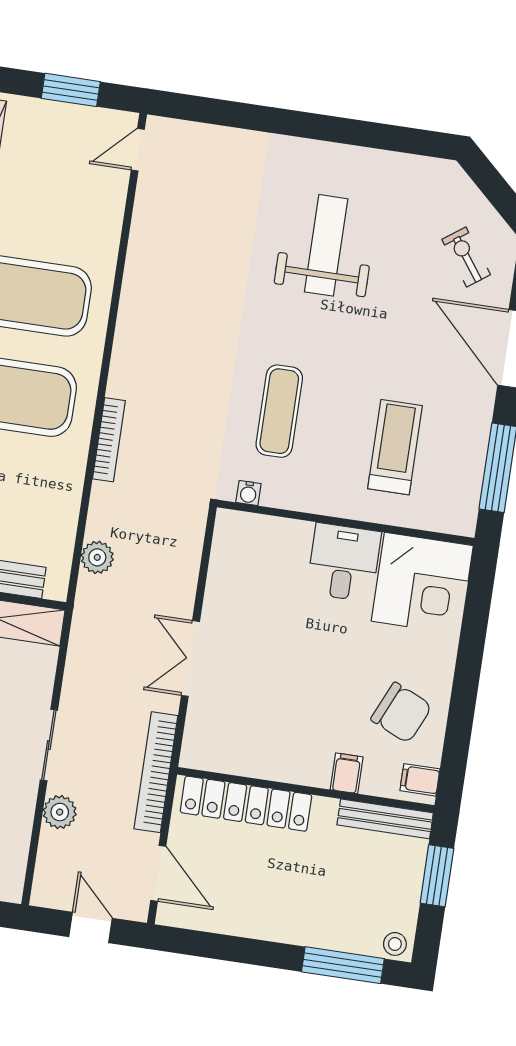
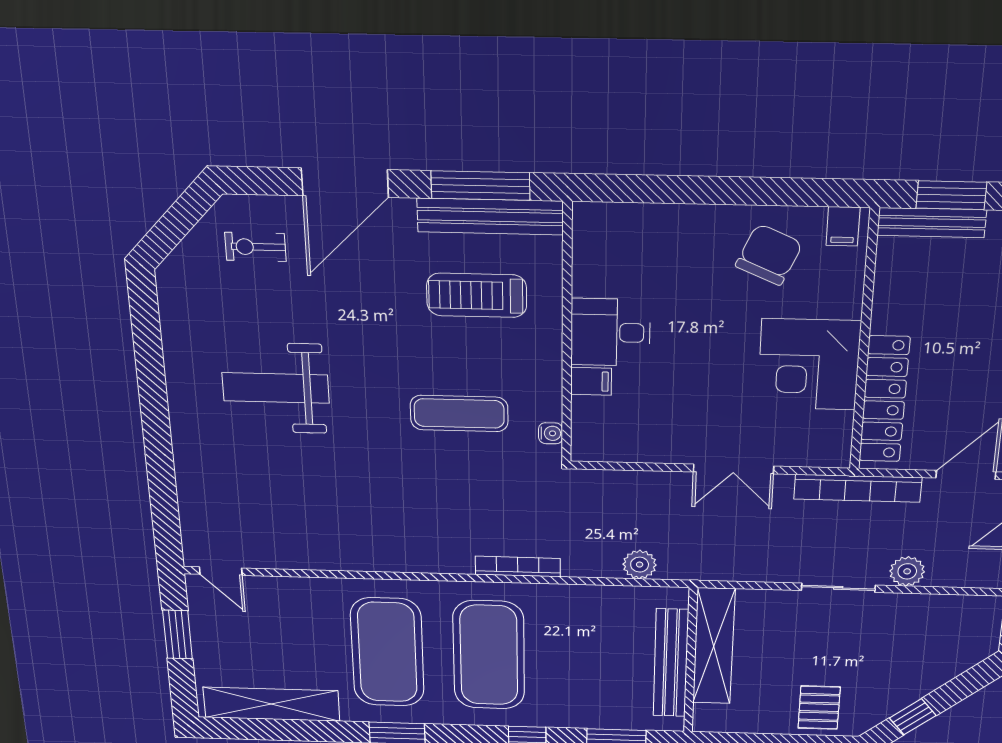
exercise bike: (466, 257) -> (255, 247), turned 36
bench: (468, 472) -> (490, 217), added
corner desk: (422, 583) -> (809, 364), moved, turned 180
filing cabinet: (347, 773) -> (591, 381), moved, turned 180
bench: (385, 819) -> (932, 223), moved, turned 90

